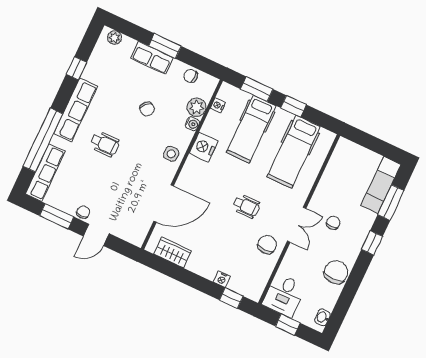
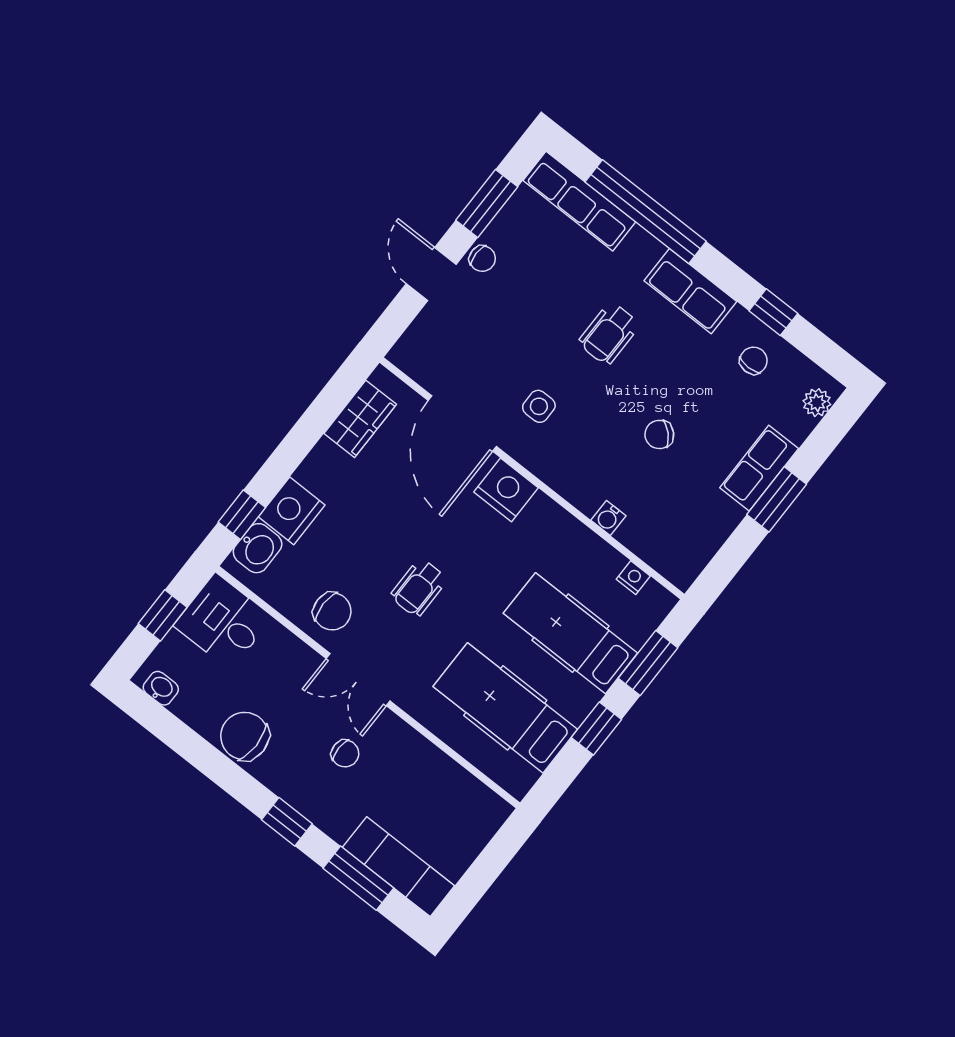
chair: (191, 76) -> (753, 361), moved
plant: (197, 107) -> (639, 534), removed
row of seats: (76, 110) -> (690, 291), width x0.68
nightstand: (204, 147) -> (506, 490), moved
side table: (171, 154) -> (539, 406), moved
chair: (336, 272) -> (245, 736), turned 180
nightstand: (222, 279) -> (292, 511), width x1.89, depth x1.79
washbasin: (245, 287) -> (258, 548), added

